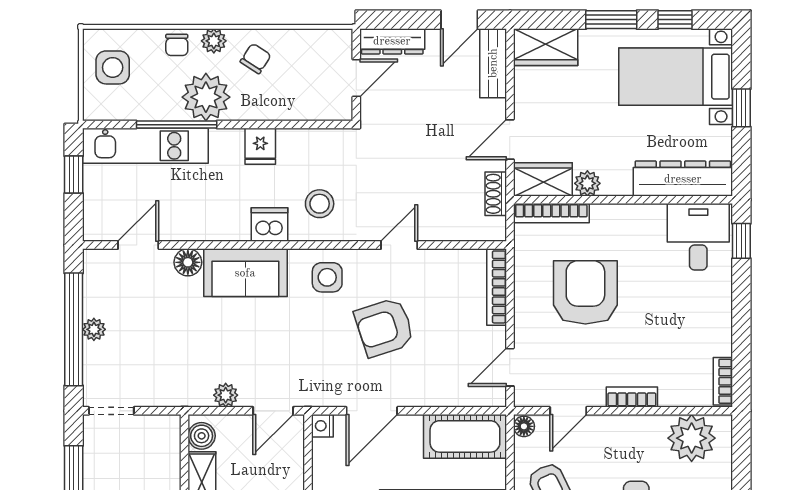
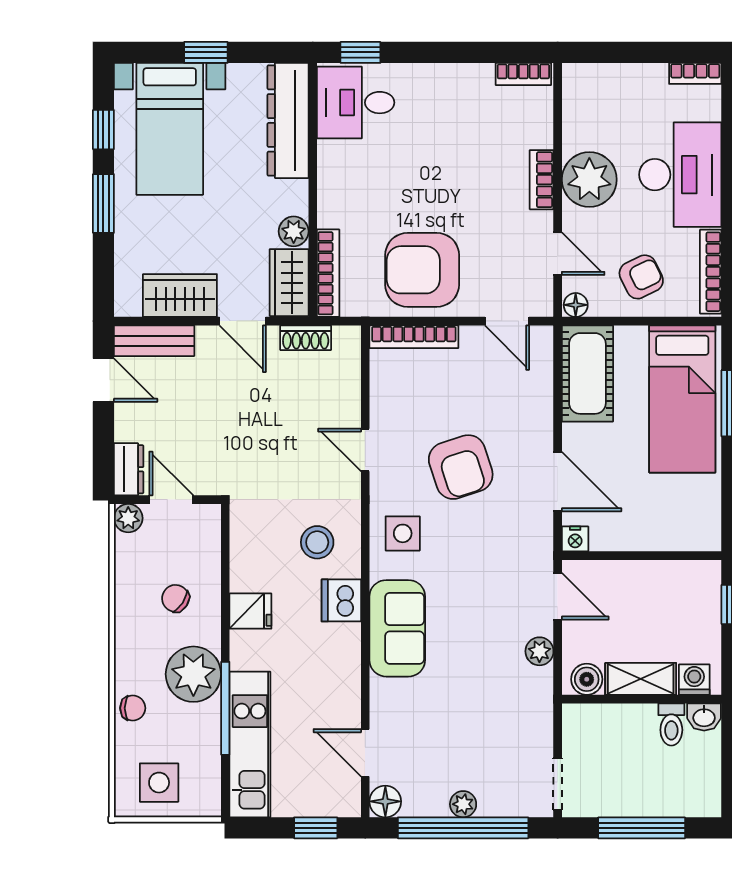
plant: (214, 41) -> (128, 518), moved
dresser: (392, 41) -> (129, 469), width x0.70
wardrobe: (546, 47) -> (180, 296), moved, turned -90
chair: (256, 59) -> (175, 598), moved
window: (74, 175) -> (316, 828), moved
floor lamp: (188, 262) -> (385, 801), moved
armchair: (585, 292) -> (422, 270), moved
plant: (692, 438) -> (589, 180), moved

